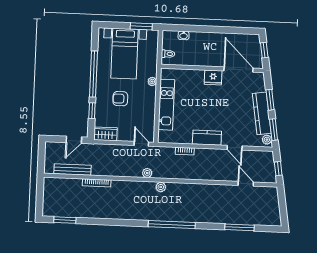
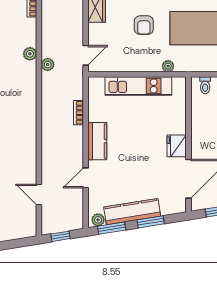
armchair: (120, 99) -> (144, 25), turned 180
door: (246, 184) -> (39, 195), swing flipped
plant: (161, 187) -> (30, 54), moved

